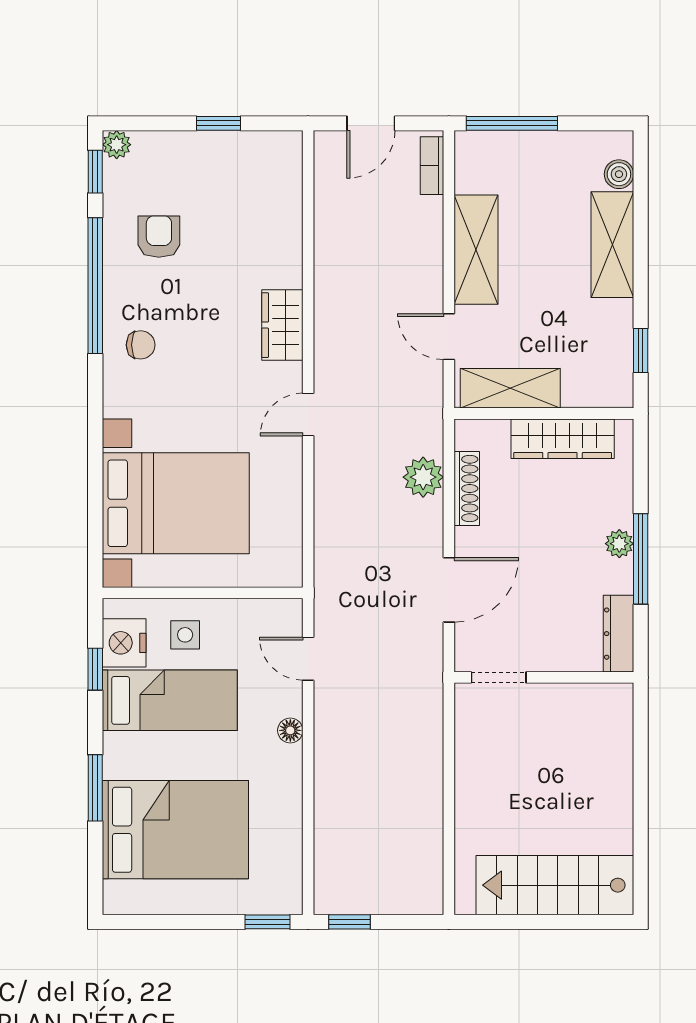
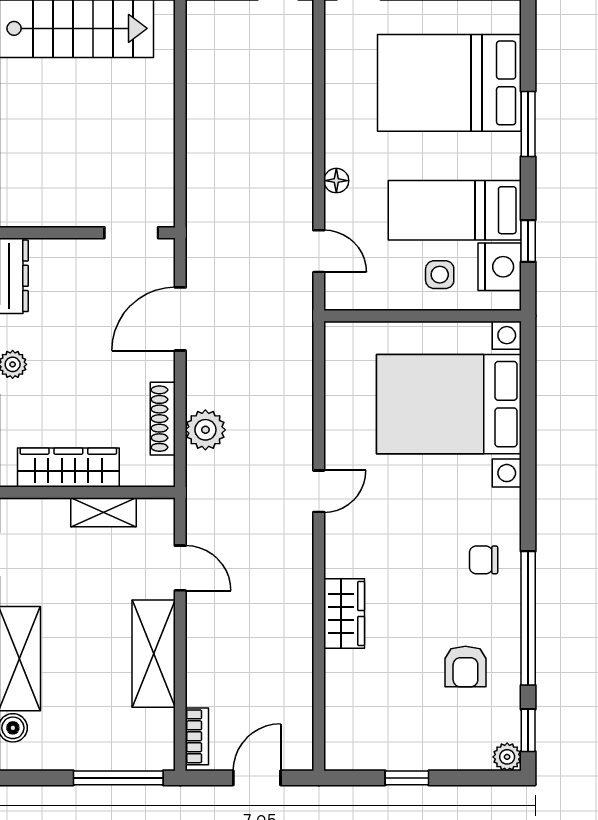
wardrobe: (282, 325) -> (344, 613), moved
shelving: (510, 388) -> (104, 512), width x0.67, depth x0.75

